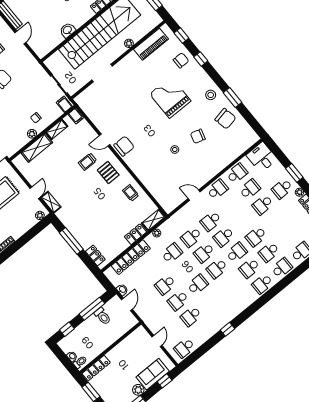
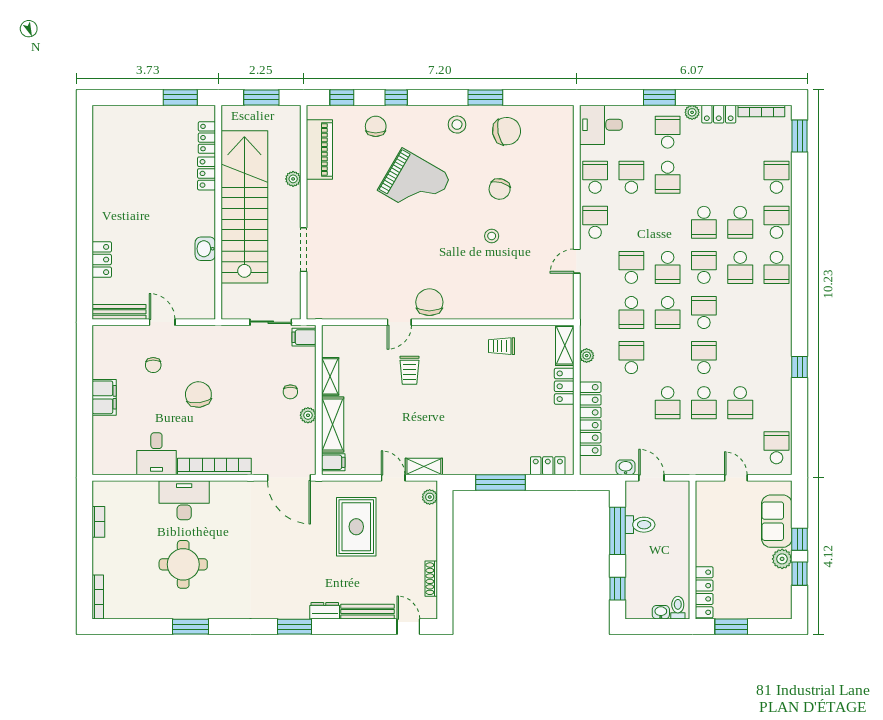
grand piano: (170, 97) -> (415, 183), turned -150
filing cabinet: (76, 116) -> (333, 462), moved
pallet: (108, 172) -> (448, 354), removed
school desk: (282, 189) -> (668, 132), turned 180
school desk: (211, 221) -> (631, 267), turned 180
school desk: (217, 268) -> (704, 312), turned 180
school desk: (184, 348) -> (776, 448), turned 180
window: (165, 381) -> (800, 539), moved

